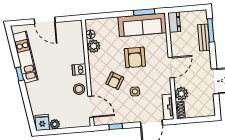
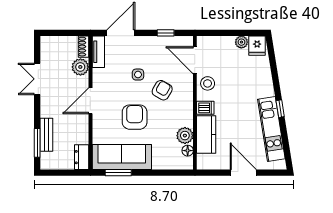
kitchen counter: (77, 48) -> (206, 135), added

